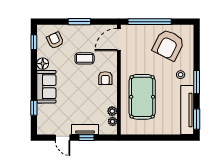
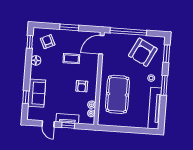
armchair: (105, 78) -> (82, 86), moved
sofa: (46, 87) -> (37, 93), moved
window: (197, 119) -> (166, 54), moved

